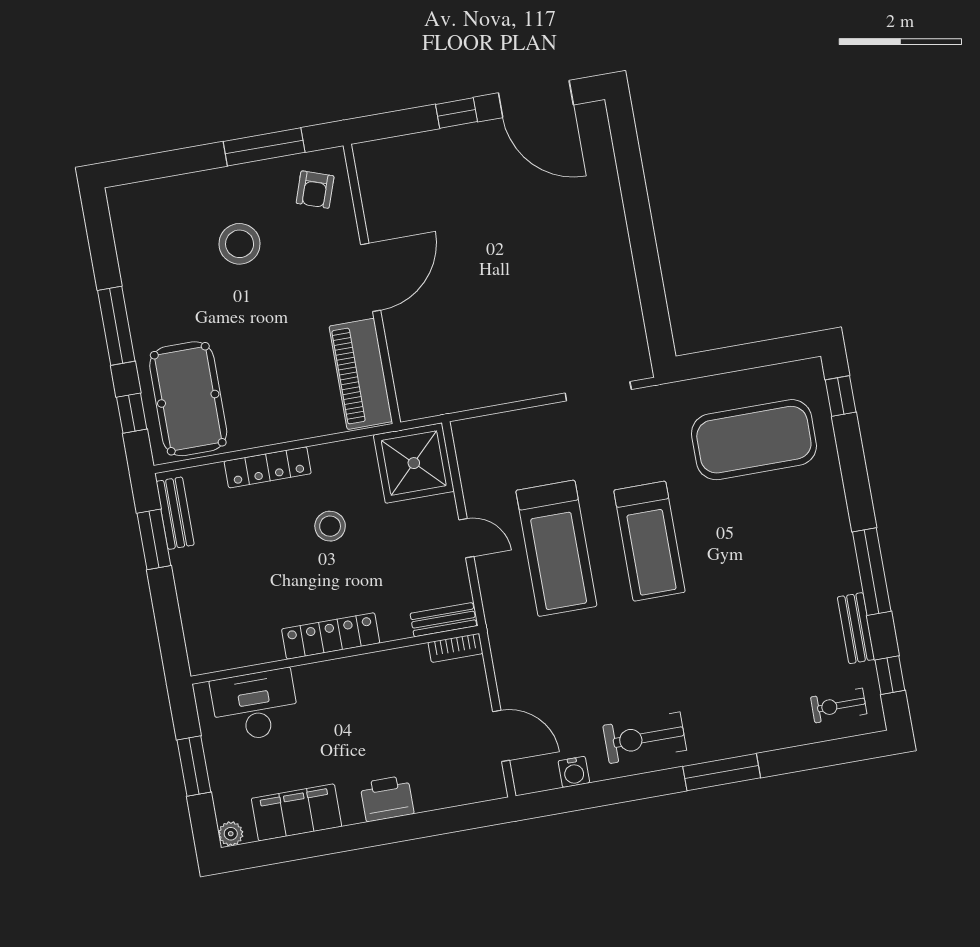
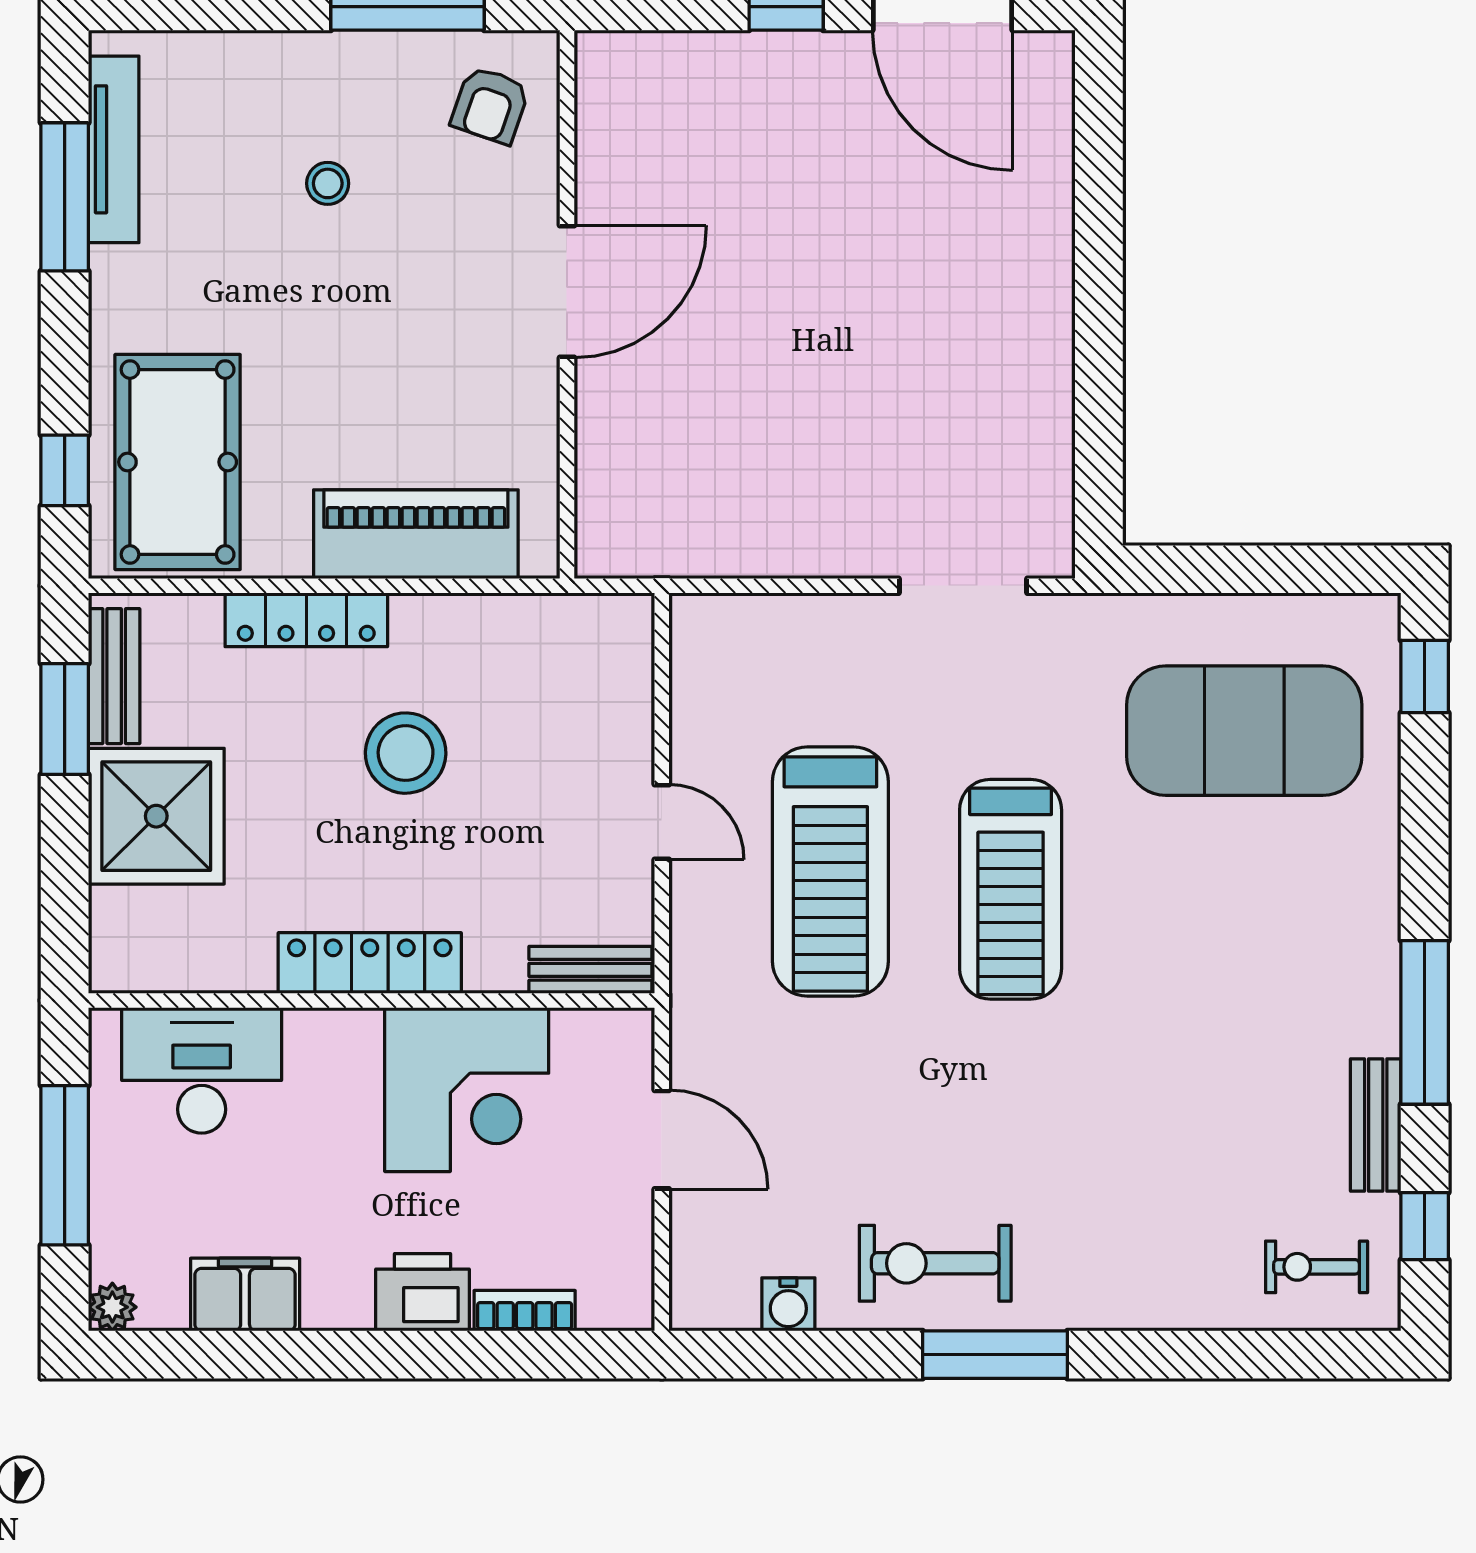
stool: (240, 244) -> (328, 183), width x0.53, depth x0.53
tv unit: (128, 246) -> (114, 149), added
window: (116, 326) -> (65, 197), moved
piano: (361, 374) -> (416, 534), moved, turned 90
shower: (414, 463) -> (156, 816), moved
stool: (330, 526) -> (406, 753), width x1.38, depth x1.38
bookcase: (455, 648) -> (525, 1311), moved, turned 180
corner desk: (391, 692) -> (467, 1090), added
door: (501, 736) -> (662, 1140), moved
window: (194, 766) -> (65, 1165), width x1.44
window: (722, 772) -> (995, 1355), moved
filing cabinet: (296, 812) -> (245, 1295), width x0.67, depth x0.86

